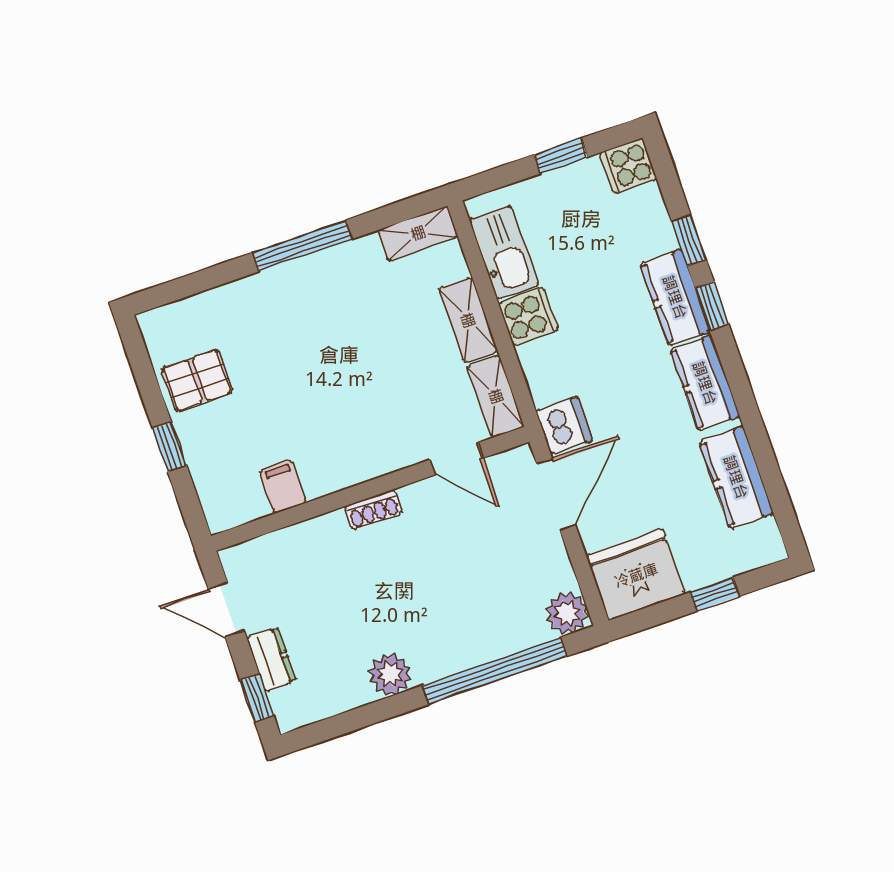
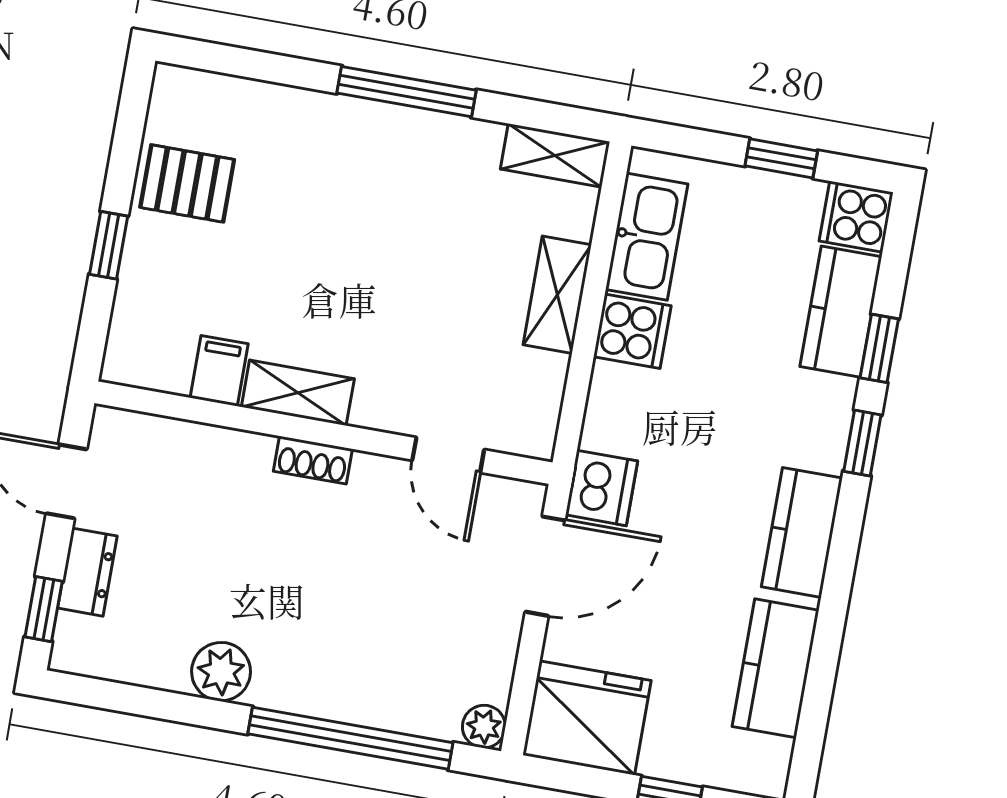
kitchen counter: (675, 297) -> (841, 312), moved
shelving: (496, 396) -> (298, 393), moved, turned 90
plant: (567, 613) -> (484, 727), width x0.73, depth x0.73

